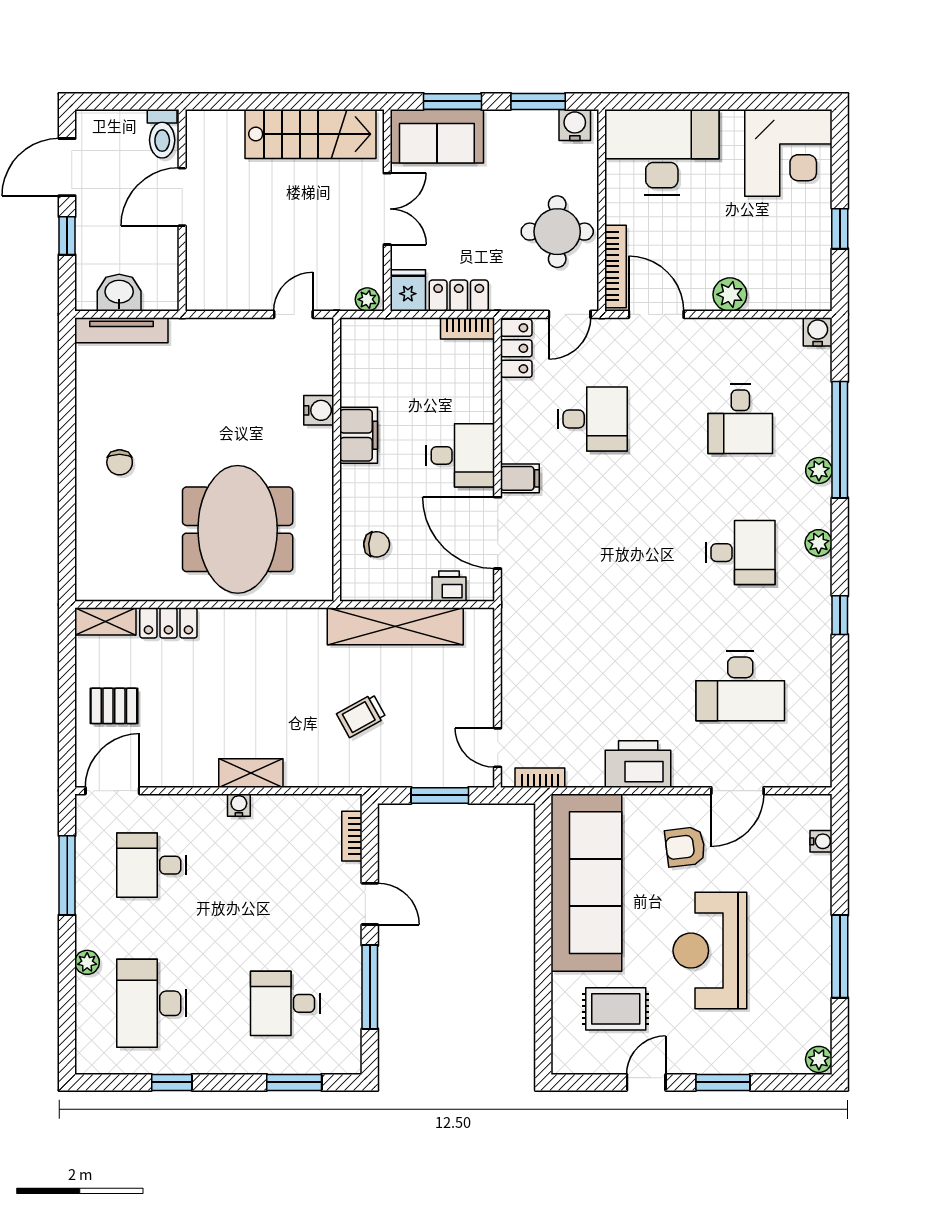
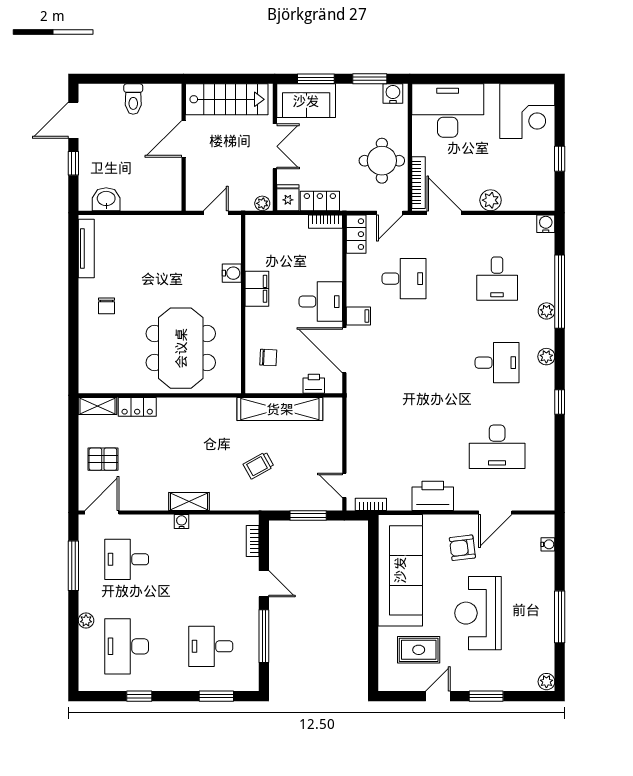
door: (182, 197) -> (184, 139), moved
wall: (182, 210) -> (184, 147), moved
tv unit: (121, 330) -> (86, 249), moved, turned -90

